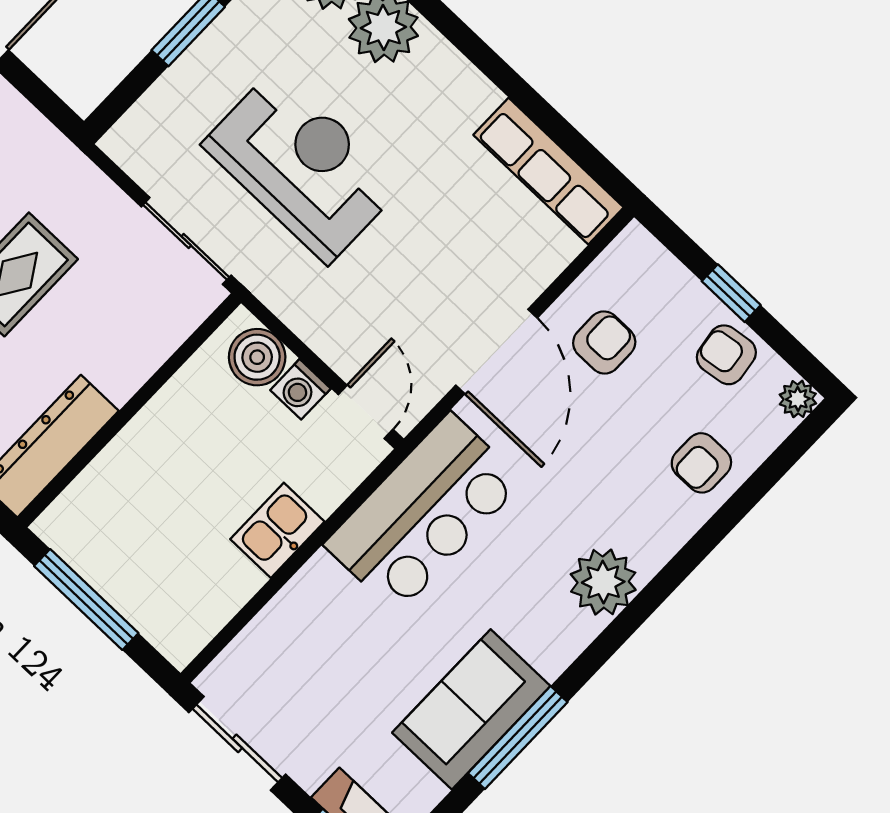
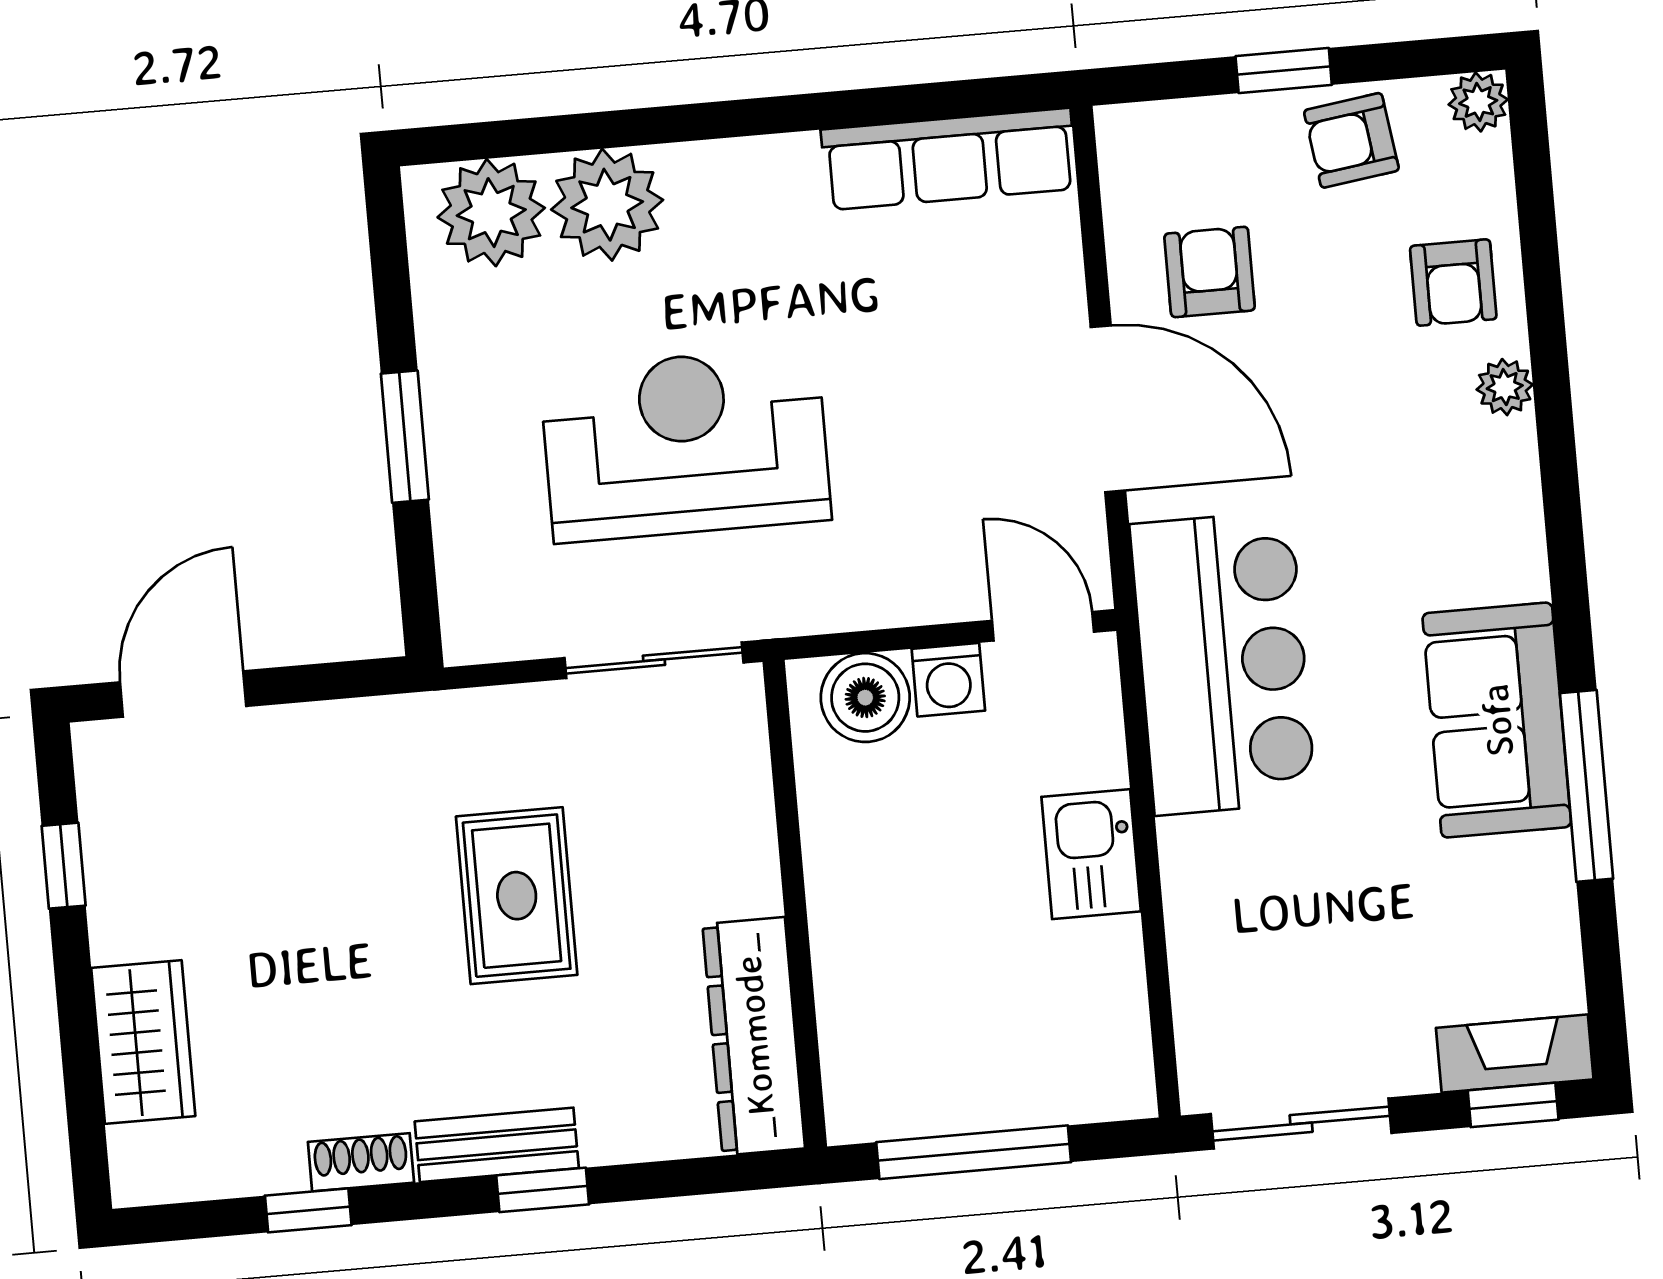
plant: (603, 582) -> (1505, 387), moved, width x0.53, depth x0.53
sofa: (471, 709) -> (1497, 720), moved

